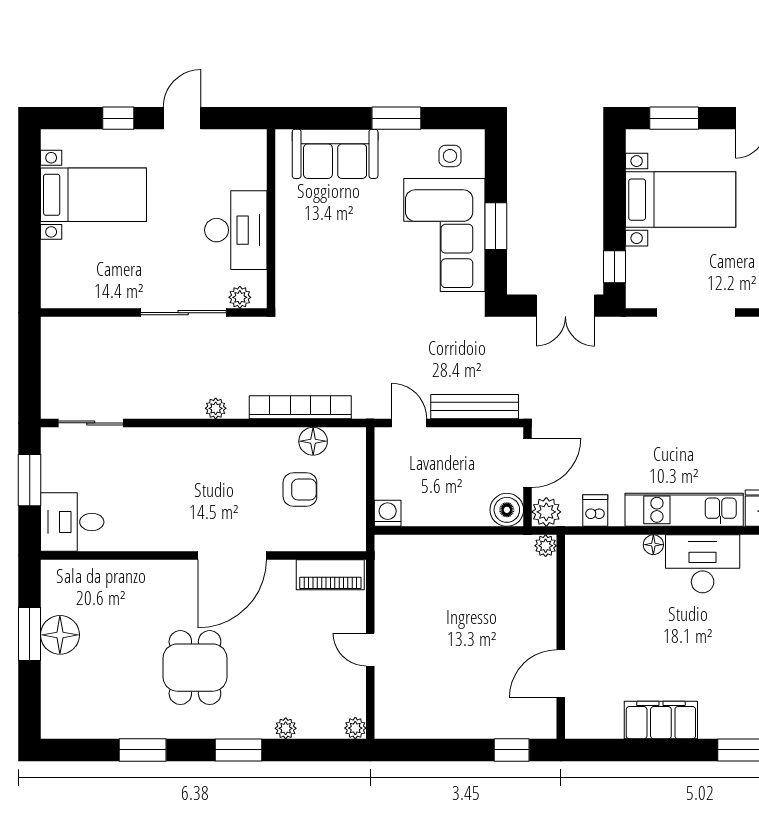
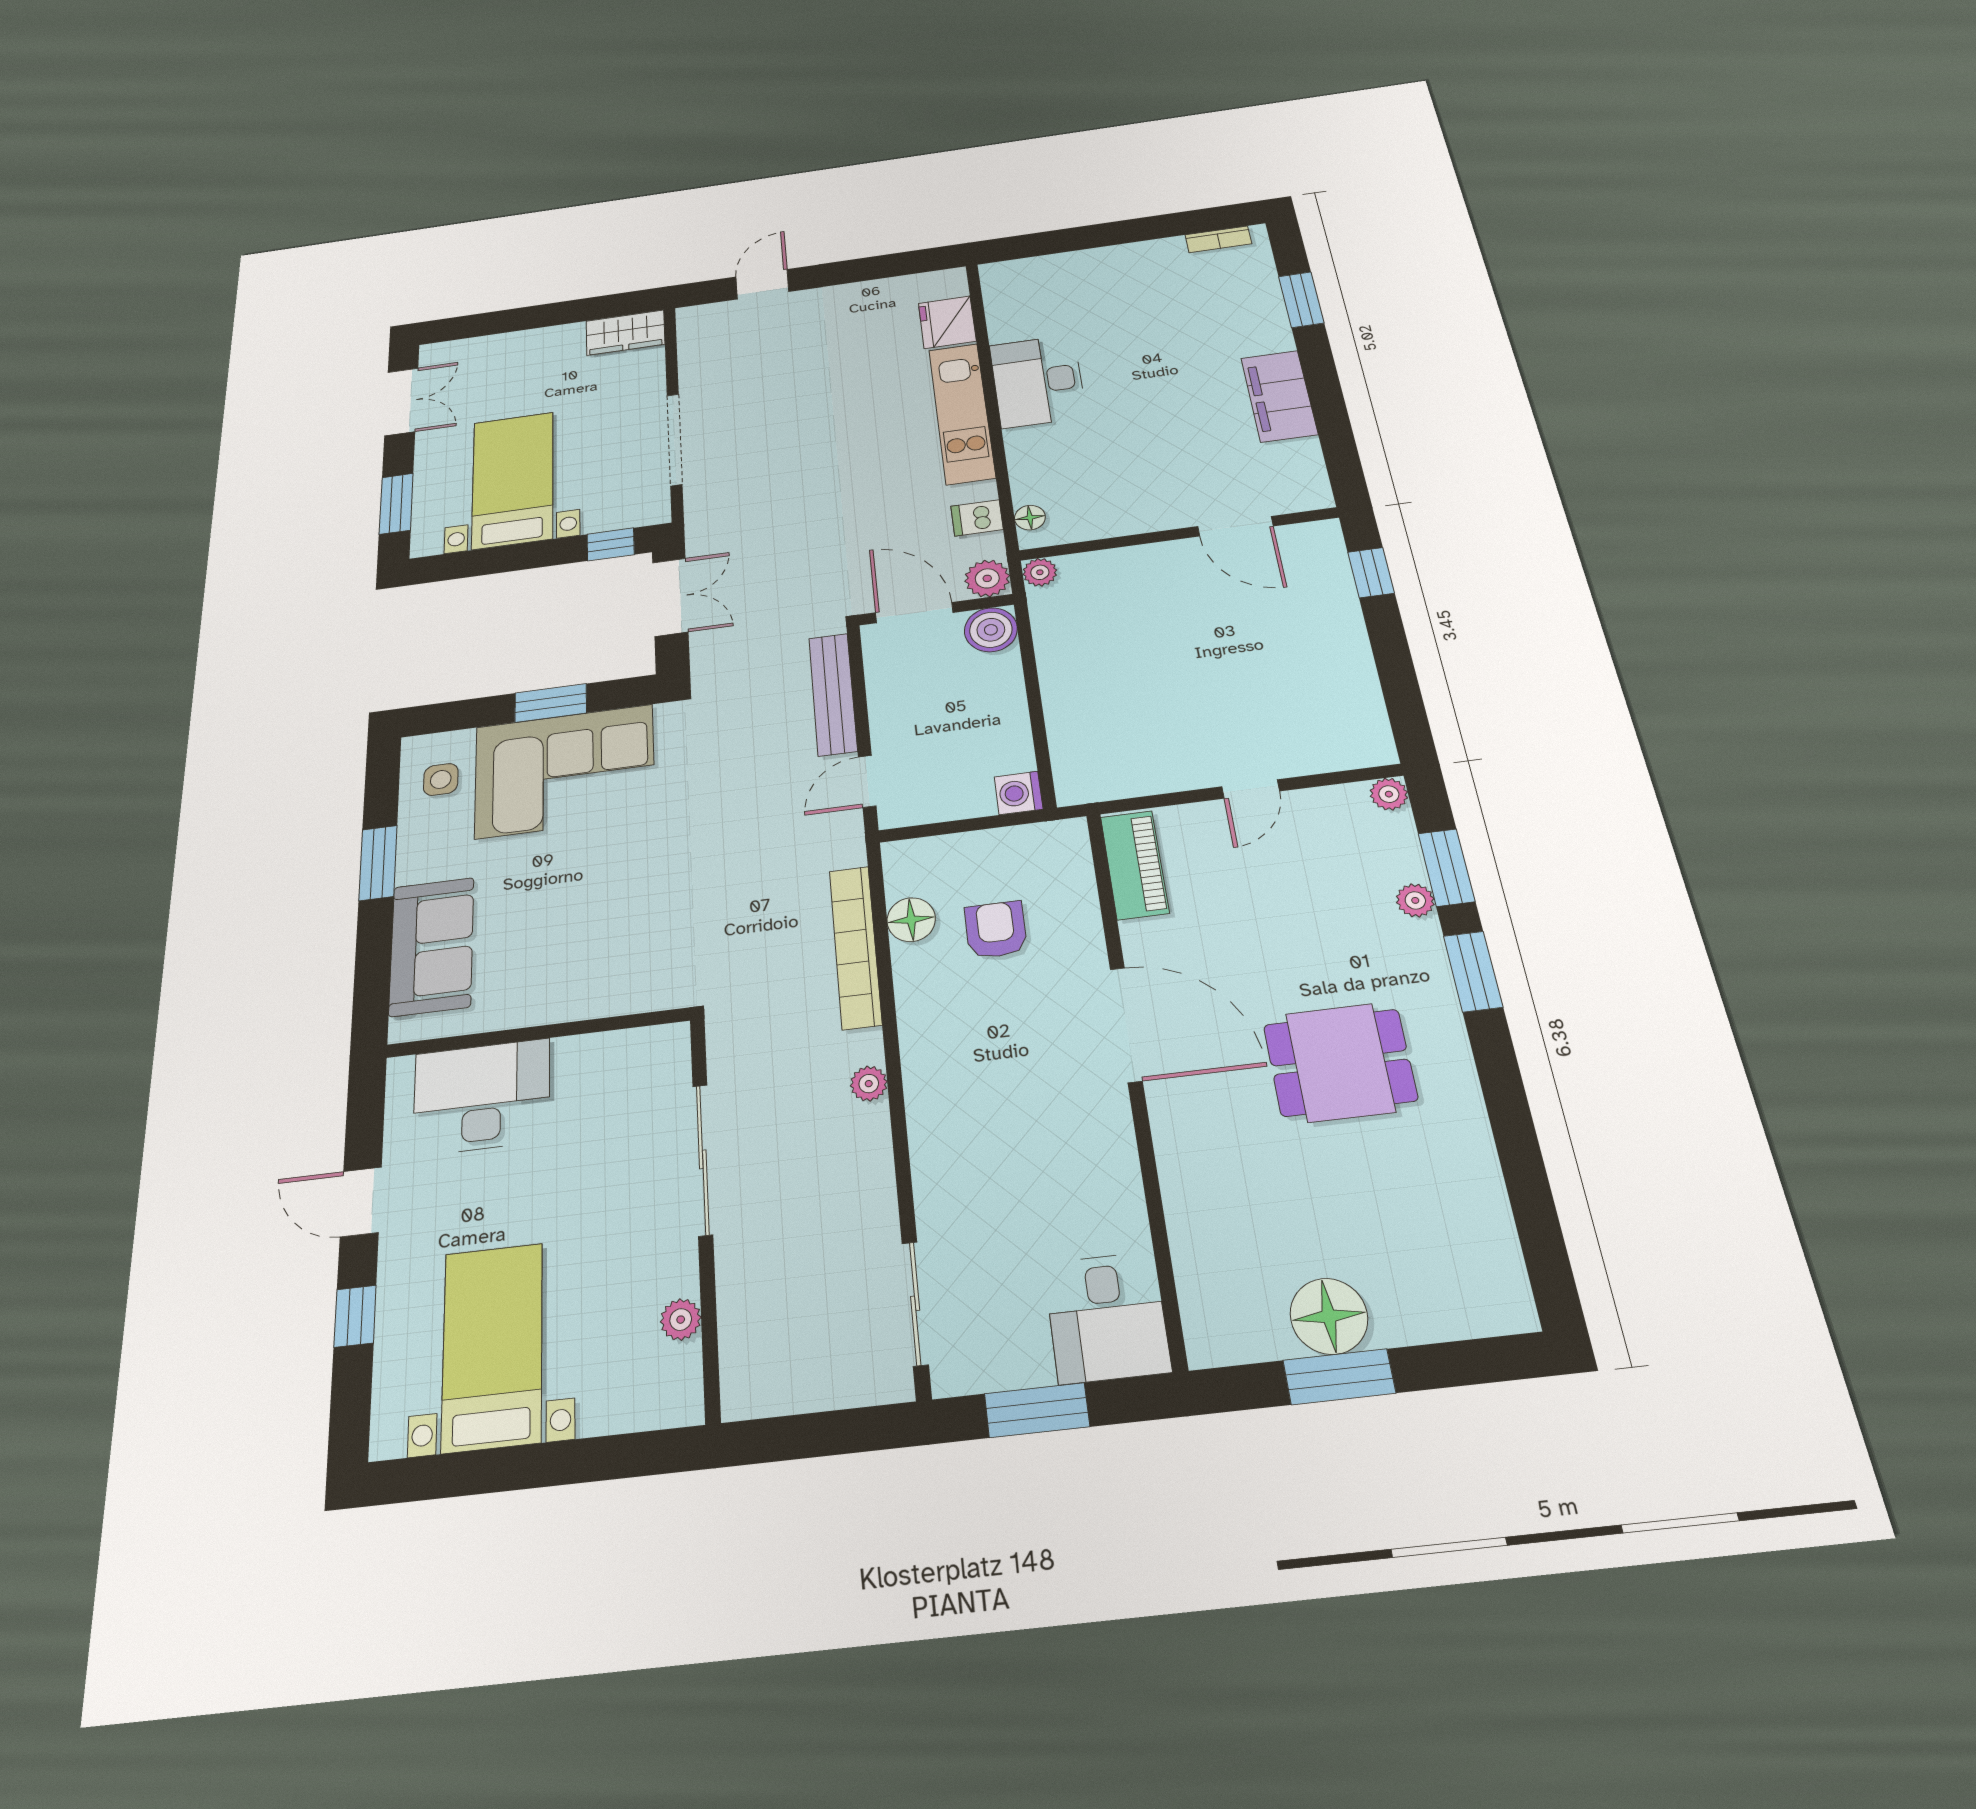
desk: (236, 230) -> (482, 1097), moved
plant: (240, 297) -> (681, 1320), moved
floor lamp: (653, 545) -> (1030, 518), moved
window: (143, 750) -> (1446, 867), moved

